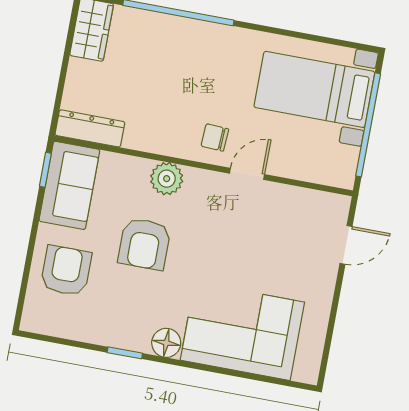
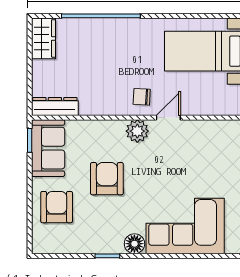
plant: (167, 179) -> (137, 131), moved
armchair: (144, 244) -> (107, 179), turned 180

